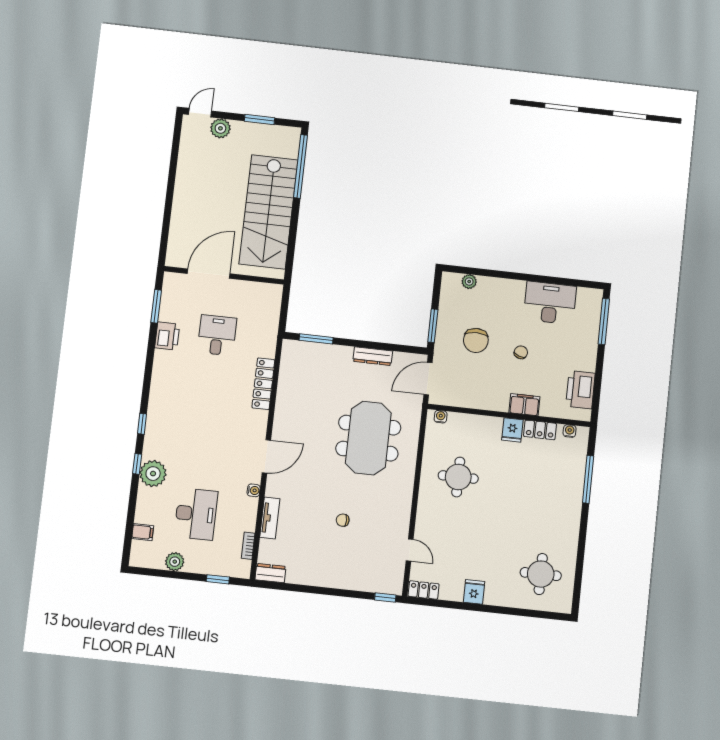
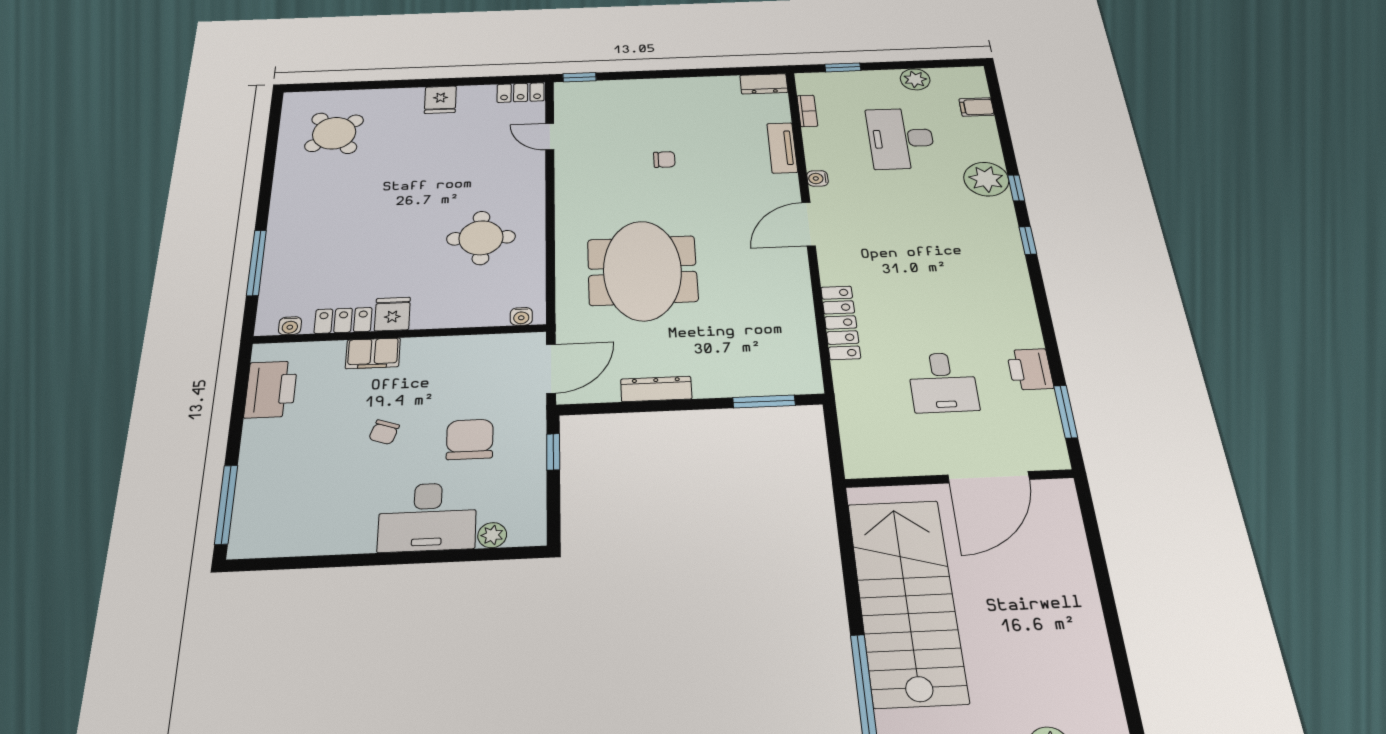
desk: (550, 303) -> (427, 517), moved
window: (433, 326) -> (553, 452), width x0.67
round table: (541, 574) -> (334, 133), turned -38

